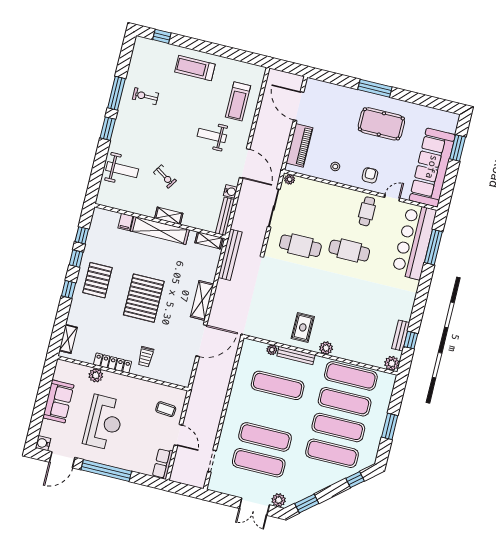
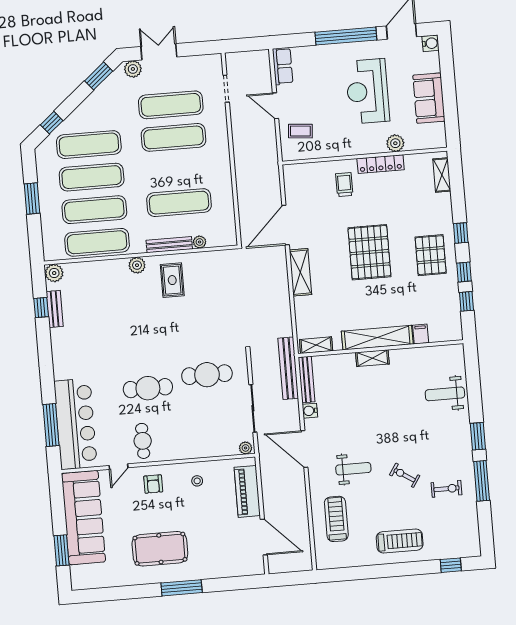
exercise bike: (165, 177) -> (405, 475), moved
bench: (230, 255) -> (288, 368), moved

